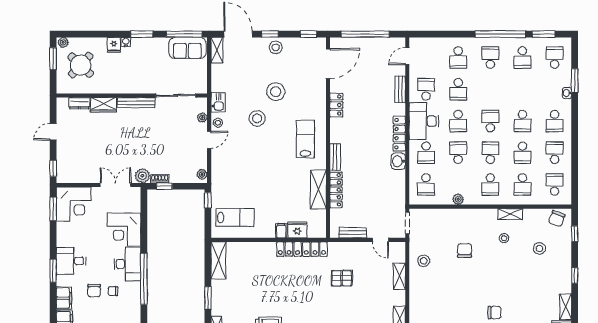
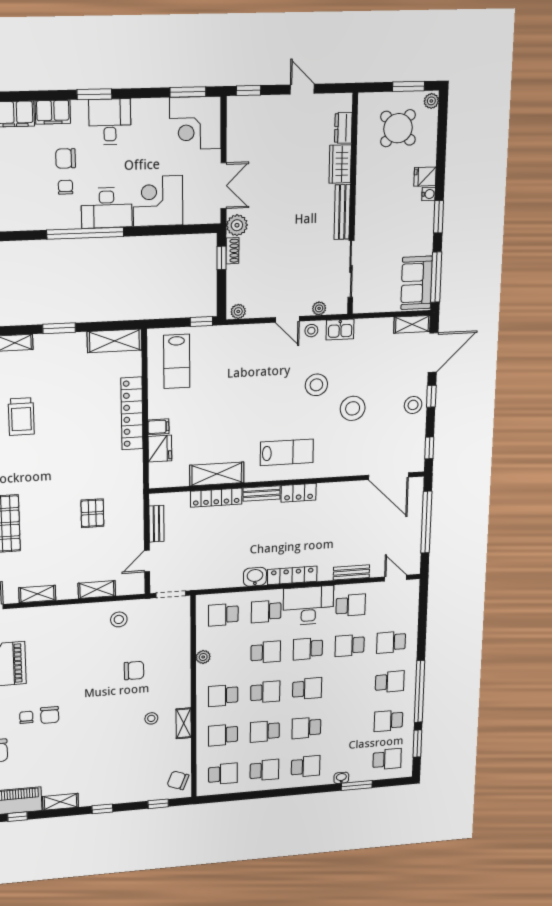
locker: (336, 105) -> (299, 493), moved
school desk: (555, 121) -> (306, 766), turned 180
stool: (540, 248) -> (138, 763), removed
locker: (302, 249) -> (132, 414), moved

